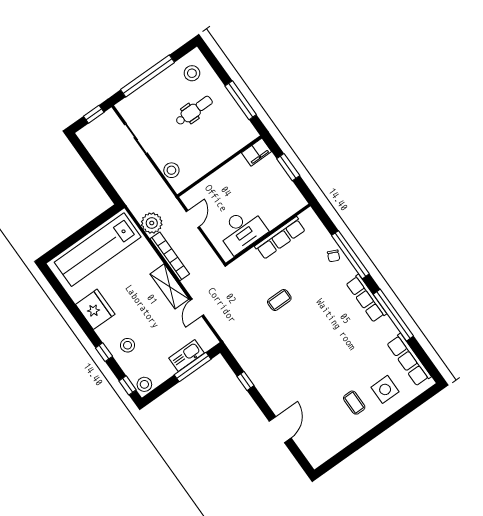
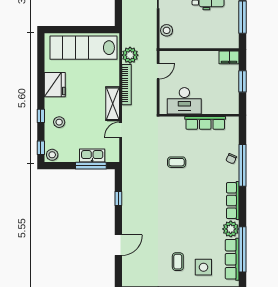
window: (393, 315) -> (243, 249), moved
plant: (385, 329) -> (231, 229), added

